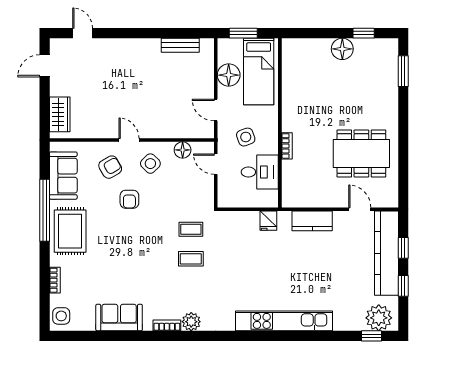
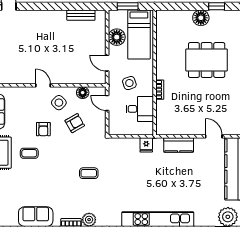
dining table: (361, 153) -> (207, 60), moved
armchair: (110, 167) -> (75, 123), moved
coffee table: (191, 229) -> (29, 153), moved

